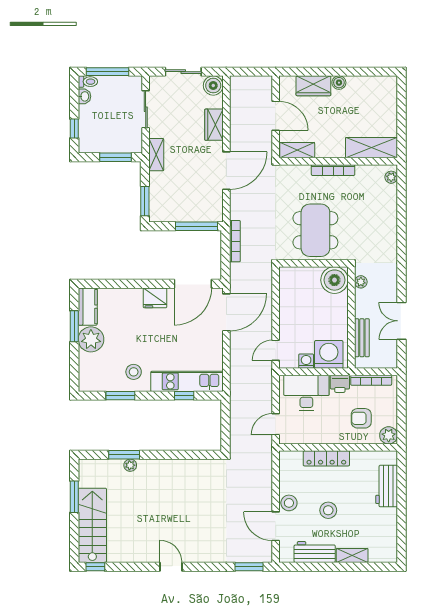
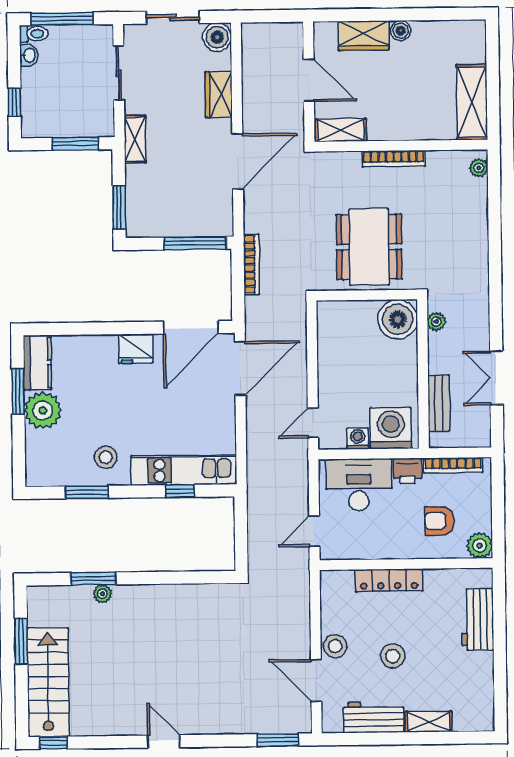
shelving: (371, 148) -> (472, 102), moved, turned 90

